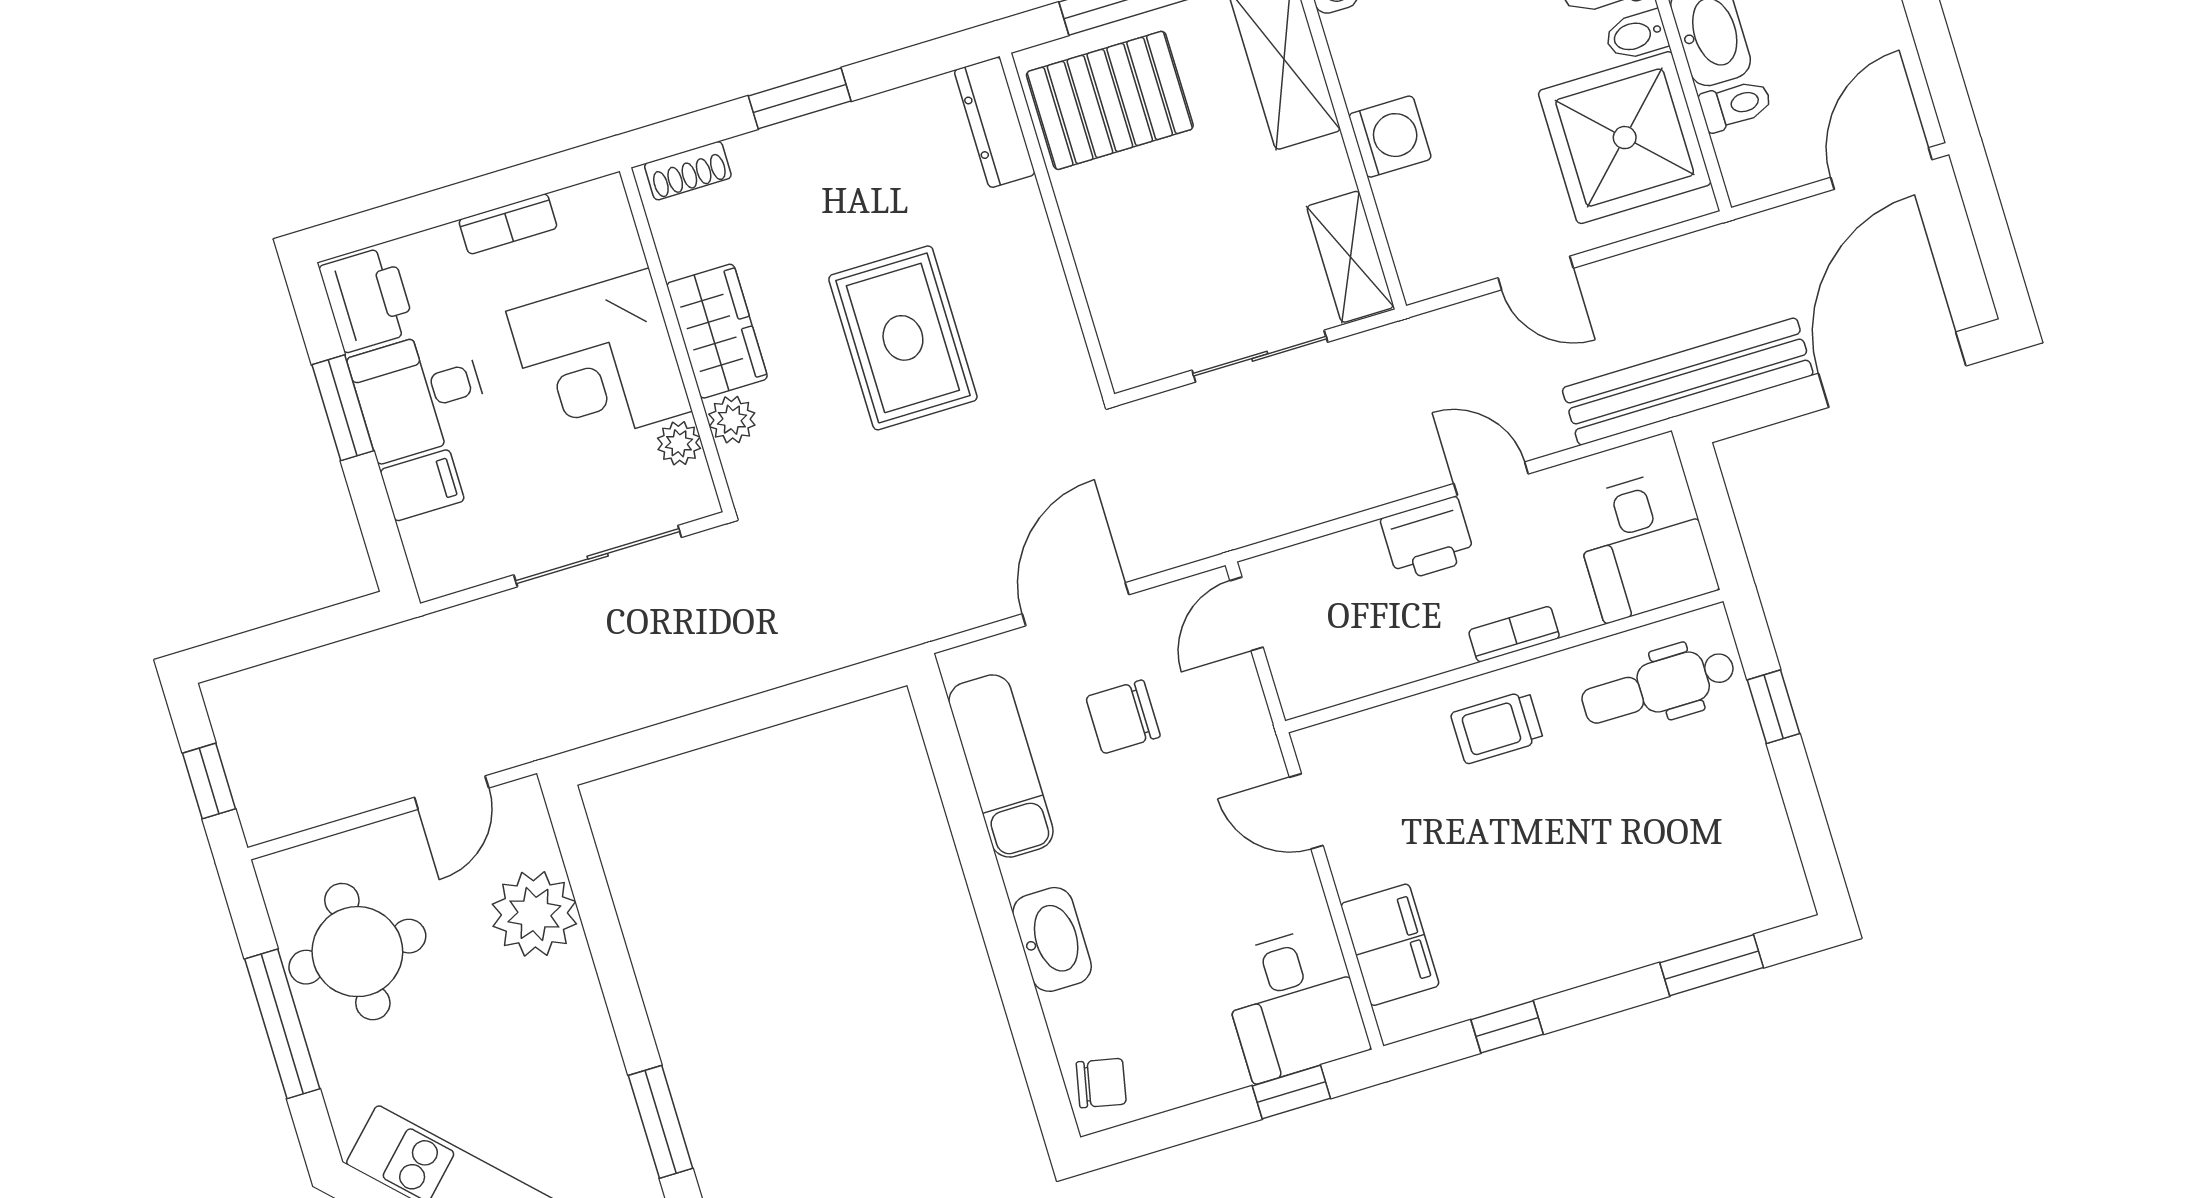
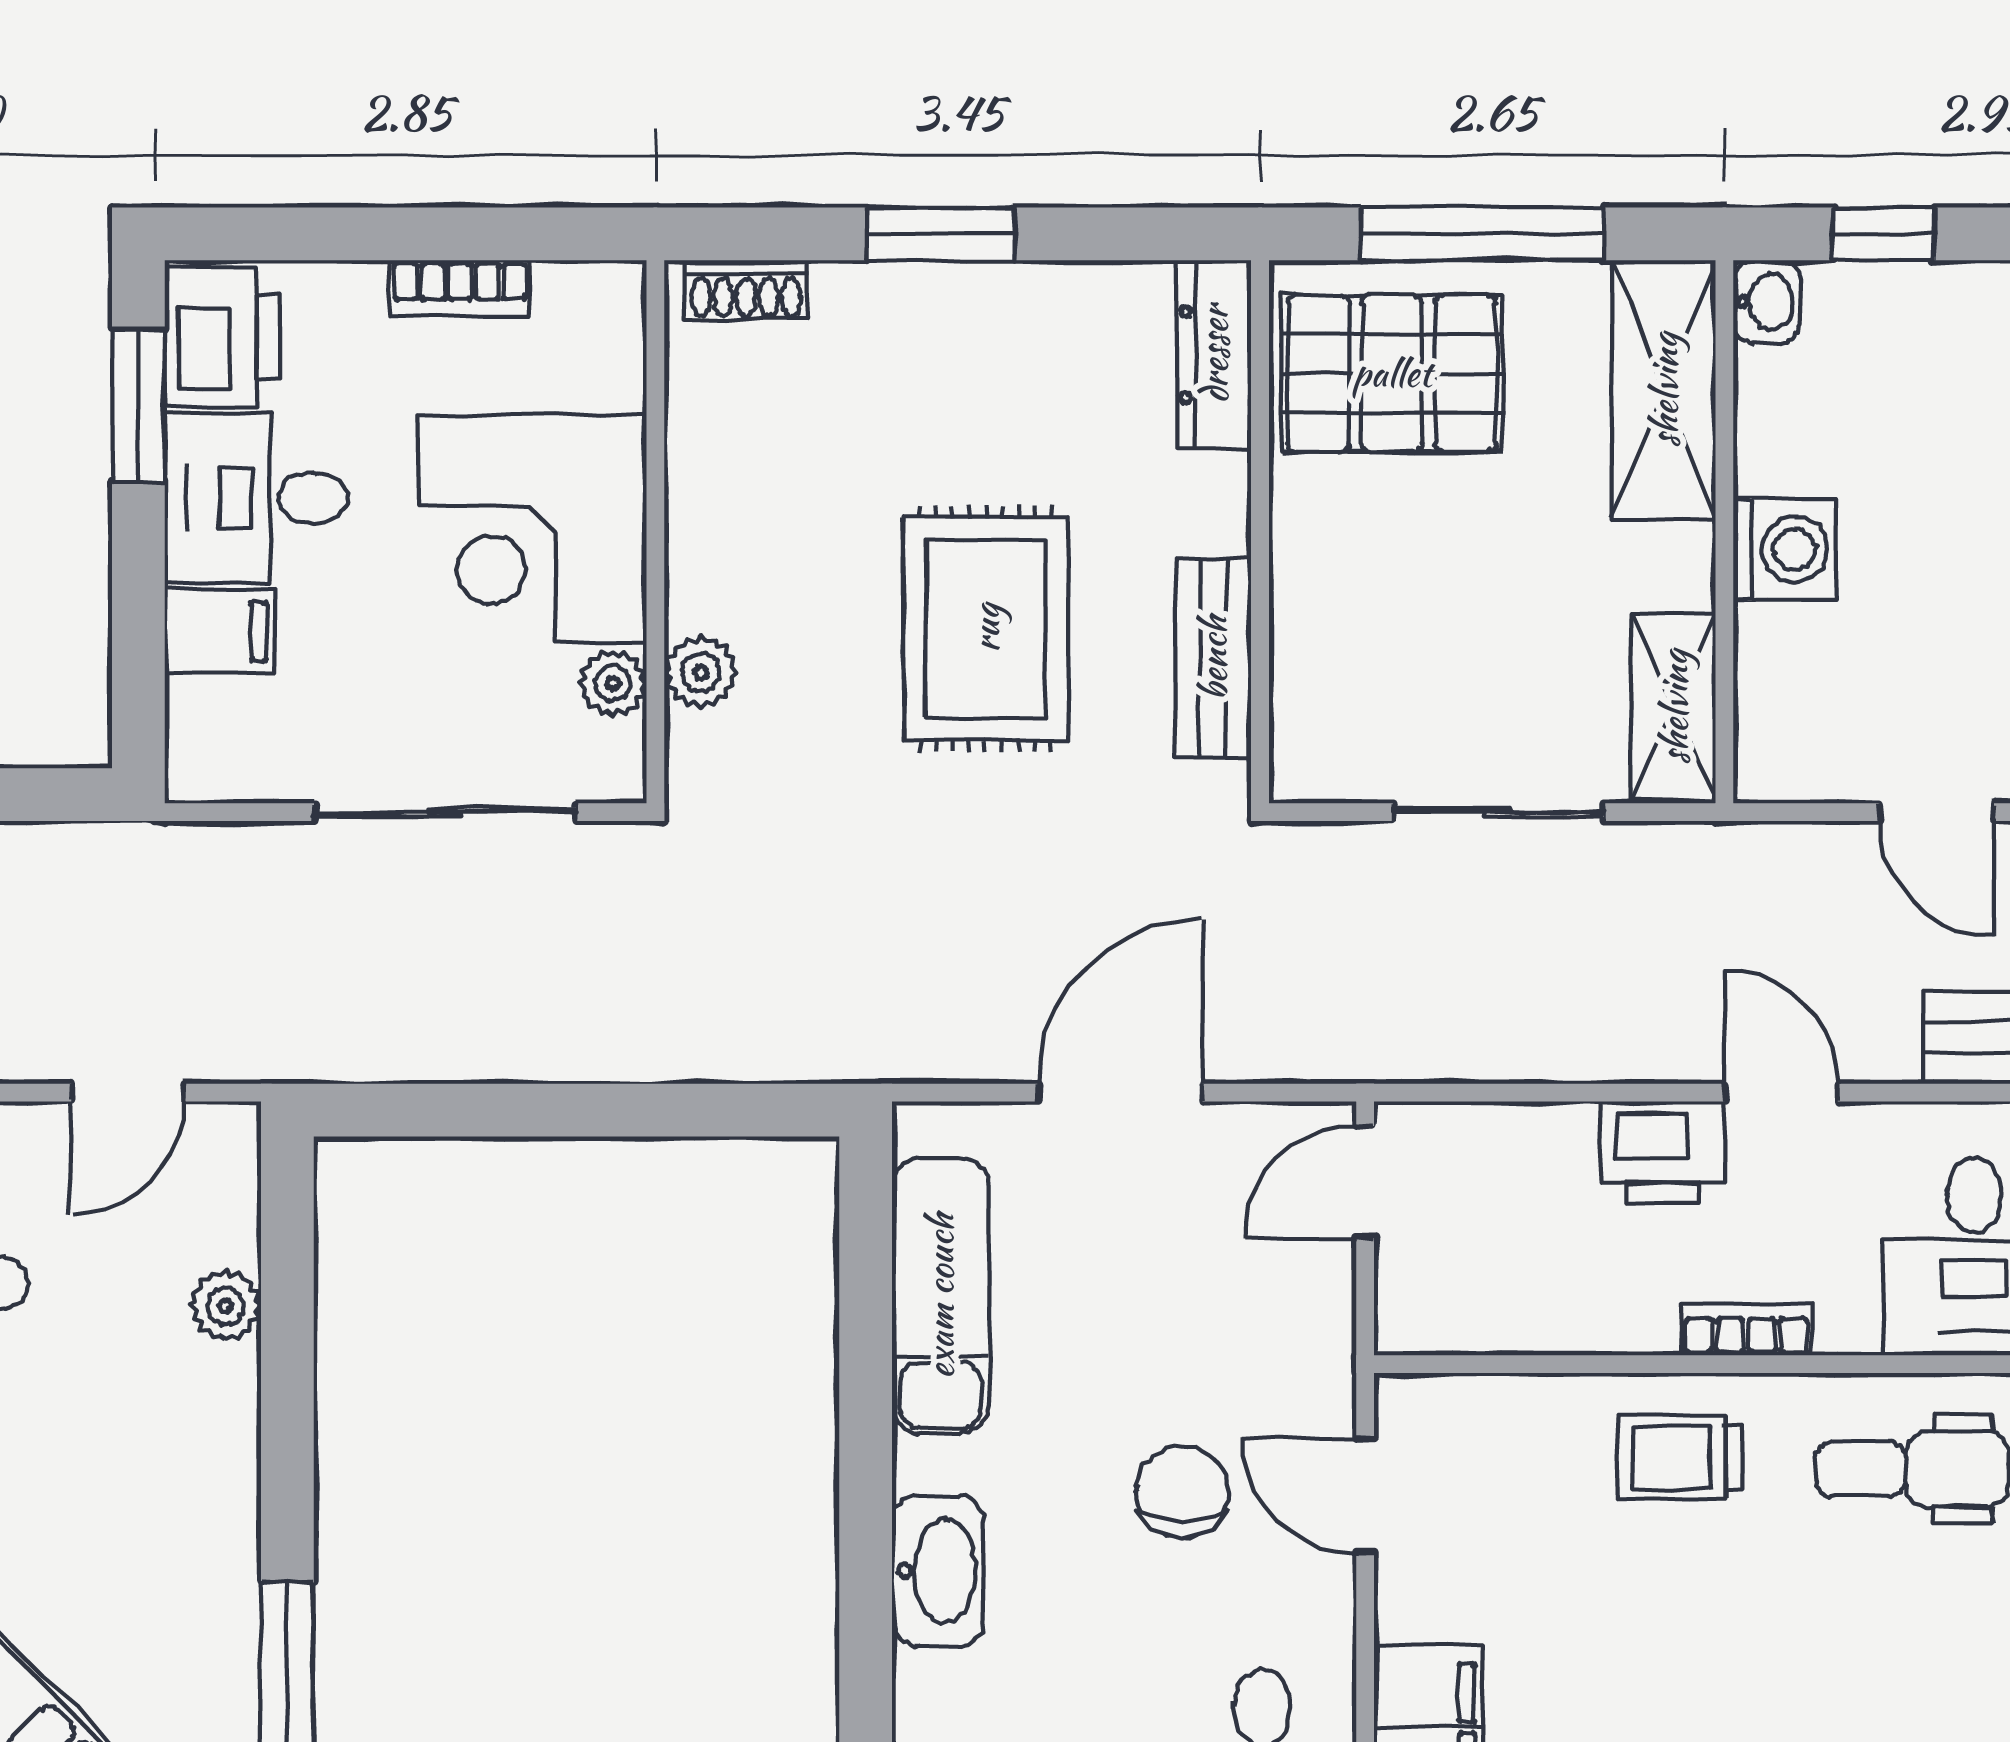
bench: (1052, 313) -> (1213, 658), added
wardrobe: (717, 331) -> (718, 537), removed
window: (343, 408) -> (138, 405), moved
chair: (1123, 717) -> (1182, 1492), moved, turned 90
plant: (534, 914) -> (226, 1306), width x0.53, depth x0.53

